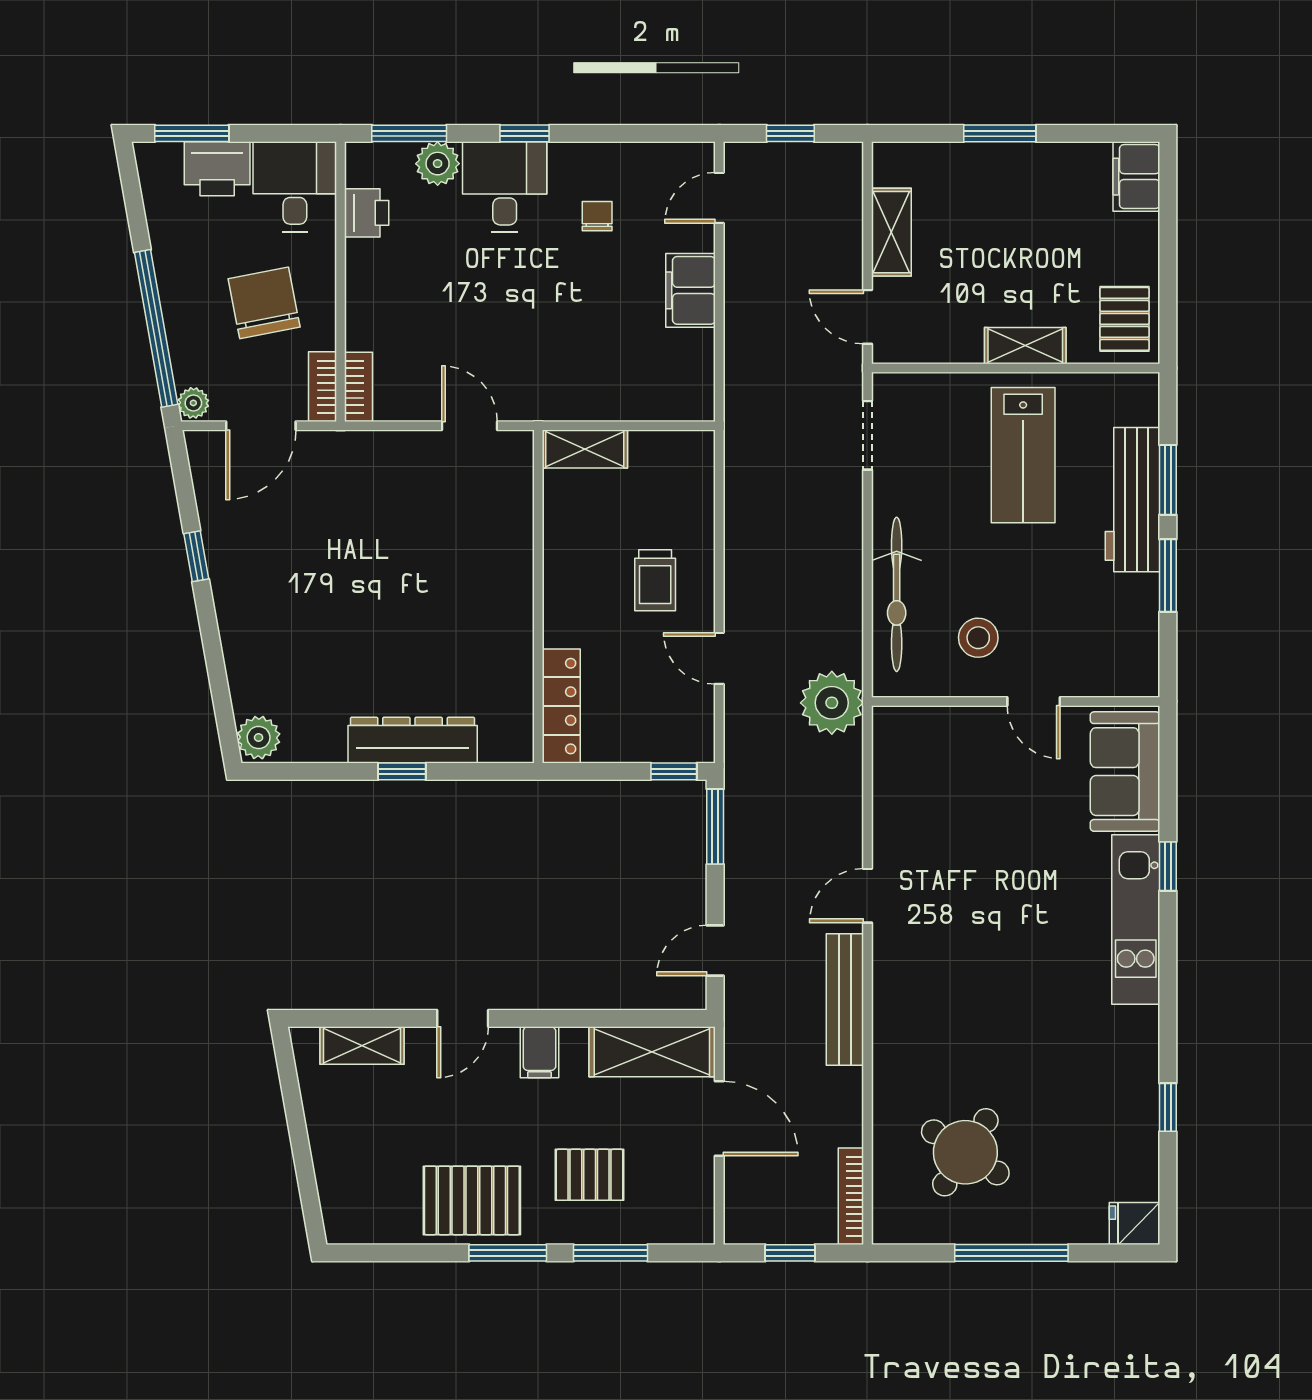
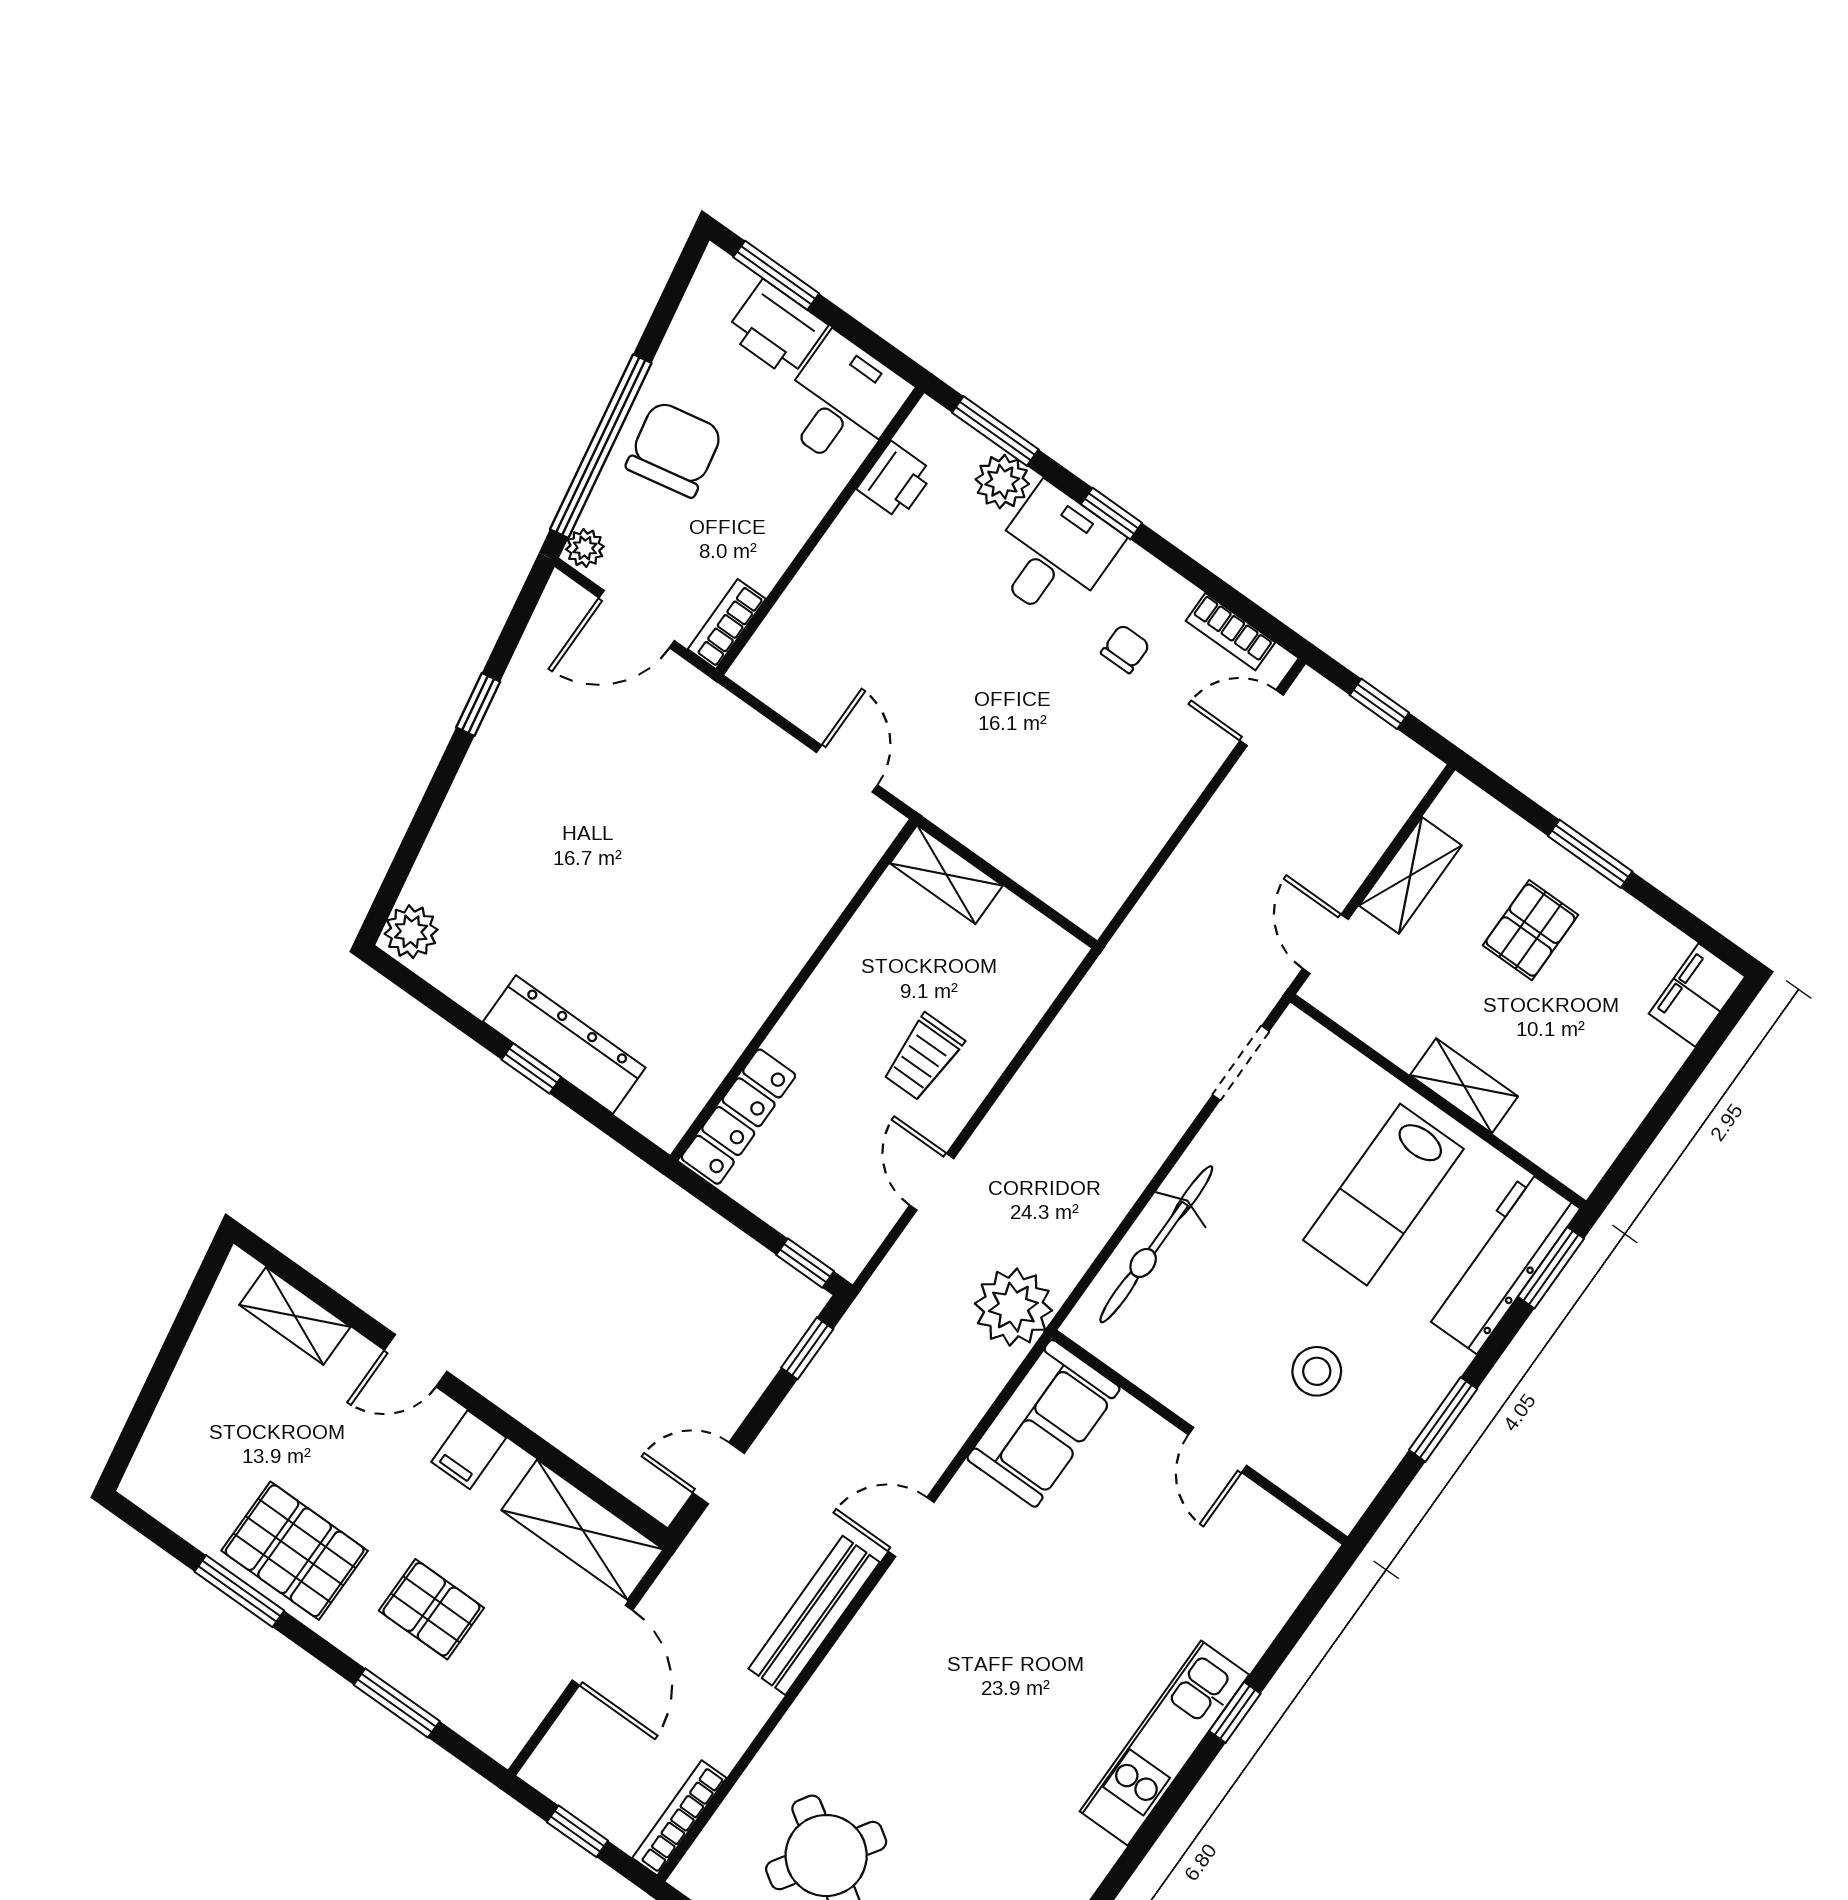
filing cabinet: (690, 290) -> (1166, 790), removed
chair: (264, 303) -> (674, 449), moved
pallet: (1124, 319) -> (1530, 930), moved
bookcase: (359, 387) -> (1230, 632), moved, turned 90
window: (1168, 480) -> (1551, 1268), moved
workbench: (1132, 500) -> (1501, 1262), moved
stool: (978, 638) -> (1317, 1371), moved
sofa: (1125, 772) -> (1043, 1423), moved, turned 180
window: (715, 827) -> (807, 1348), width x0.67
window: (508, 1253) -> (239, 1591), moved

